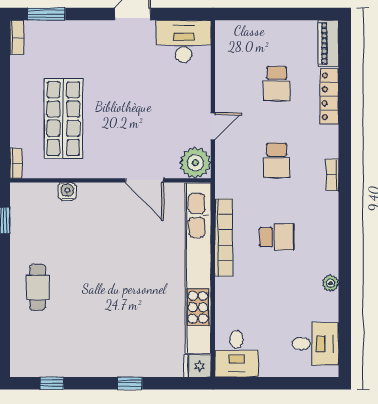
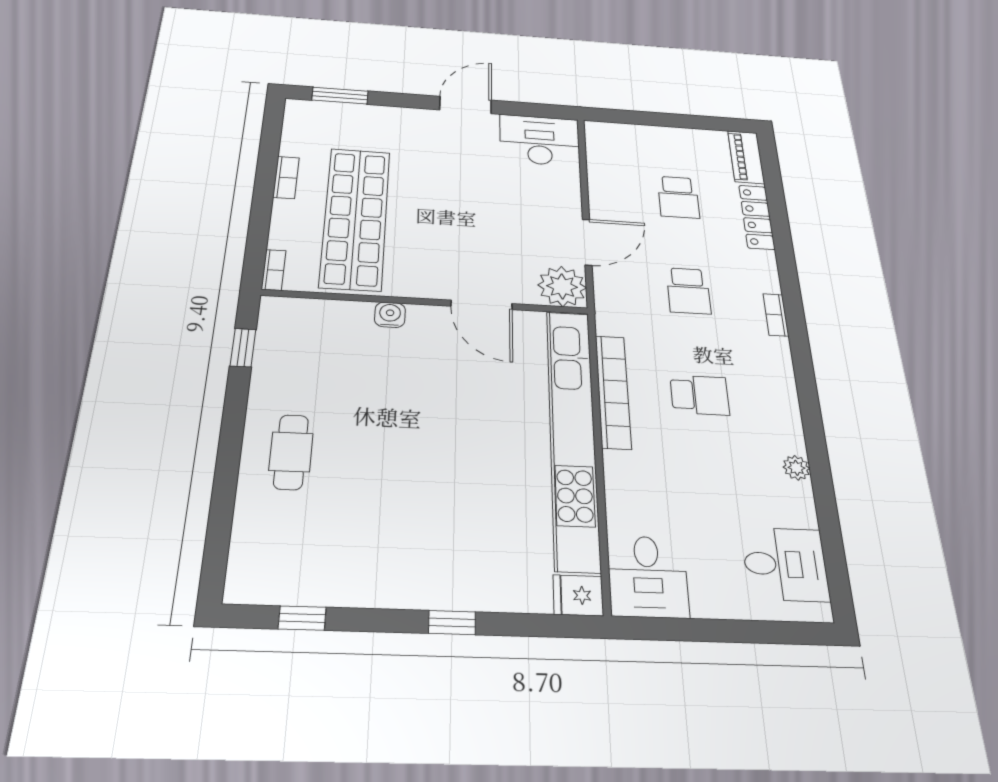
bookcase: (17, 37) -> (286, 177), moved
shop shelf: (63, 119) -> (355, 218), width x1.40
door: (213, 126) -> (587, 242), width x1.38
water cooler: (67, 191) -> (390, 315), moved

